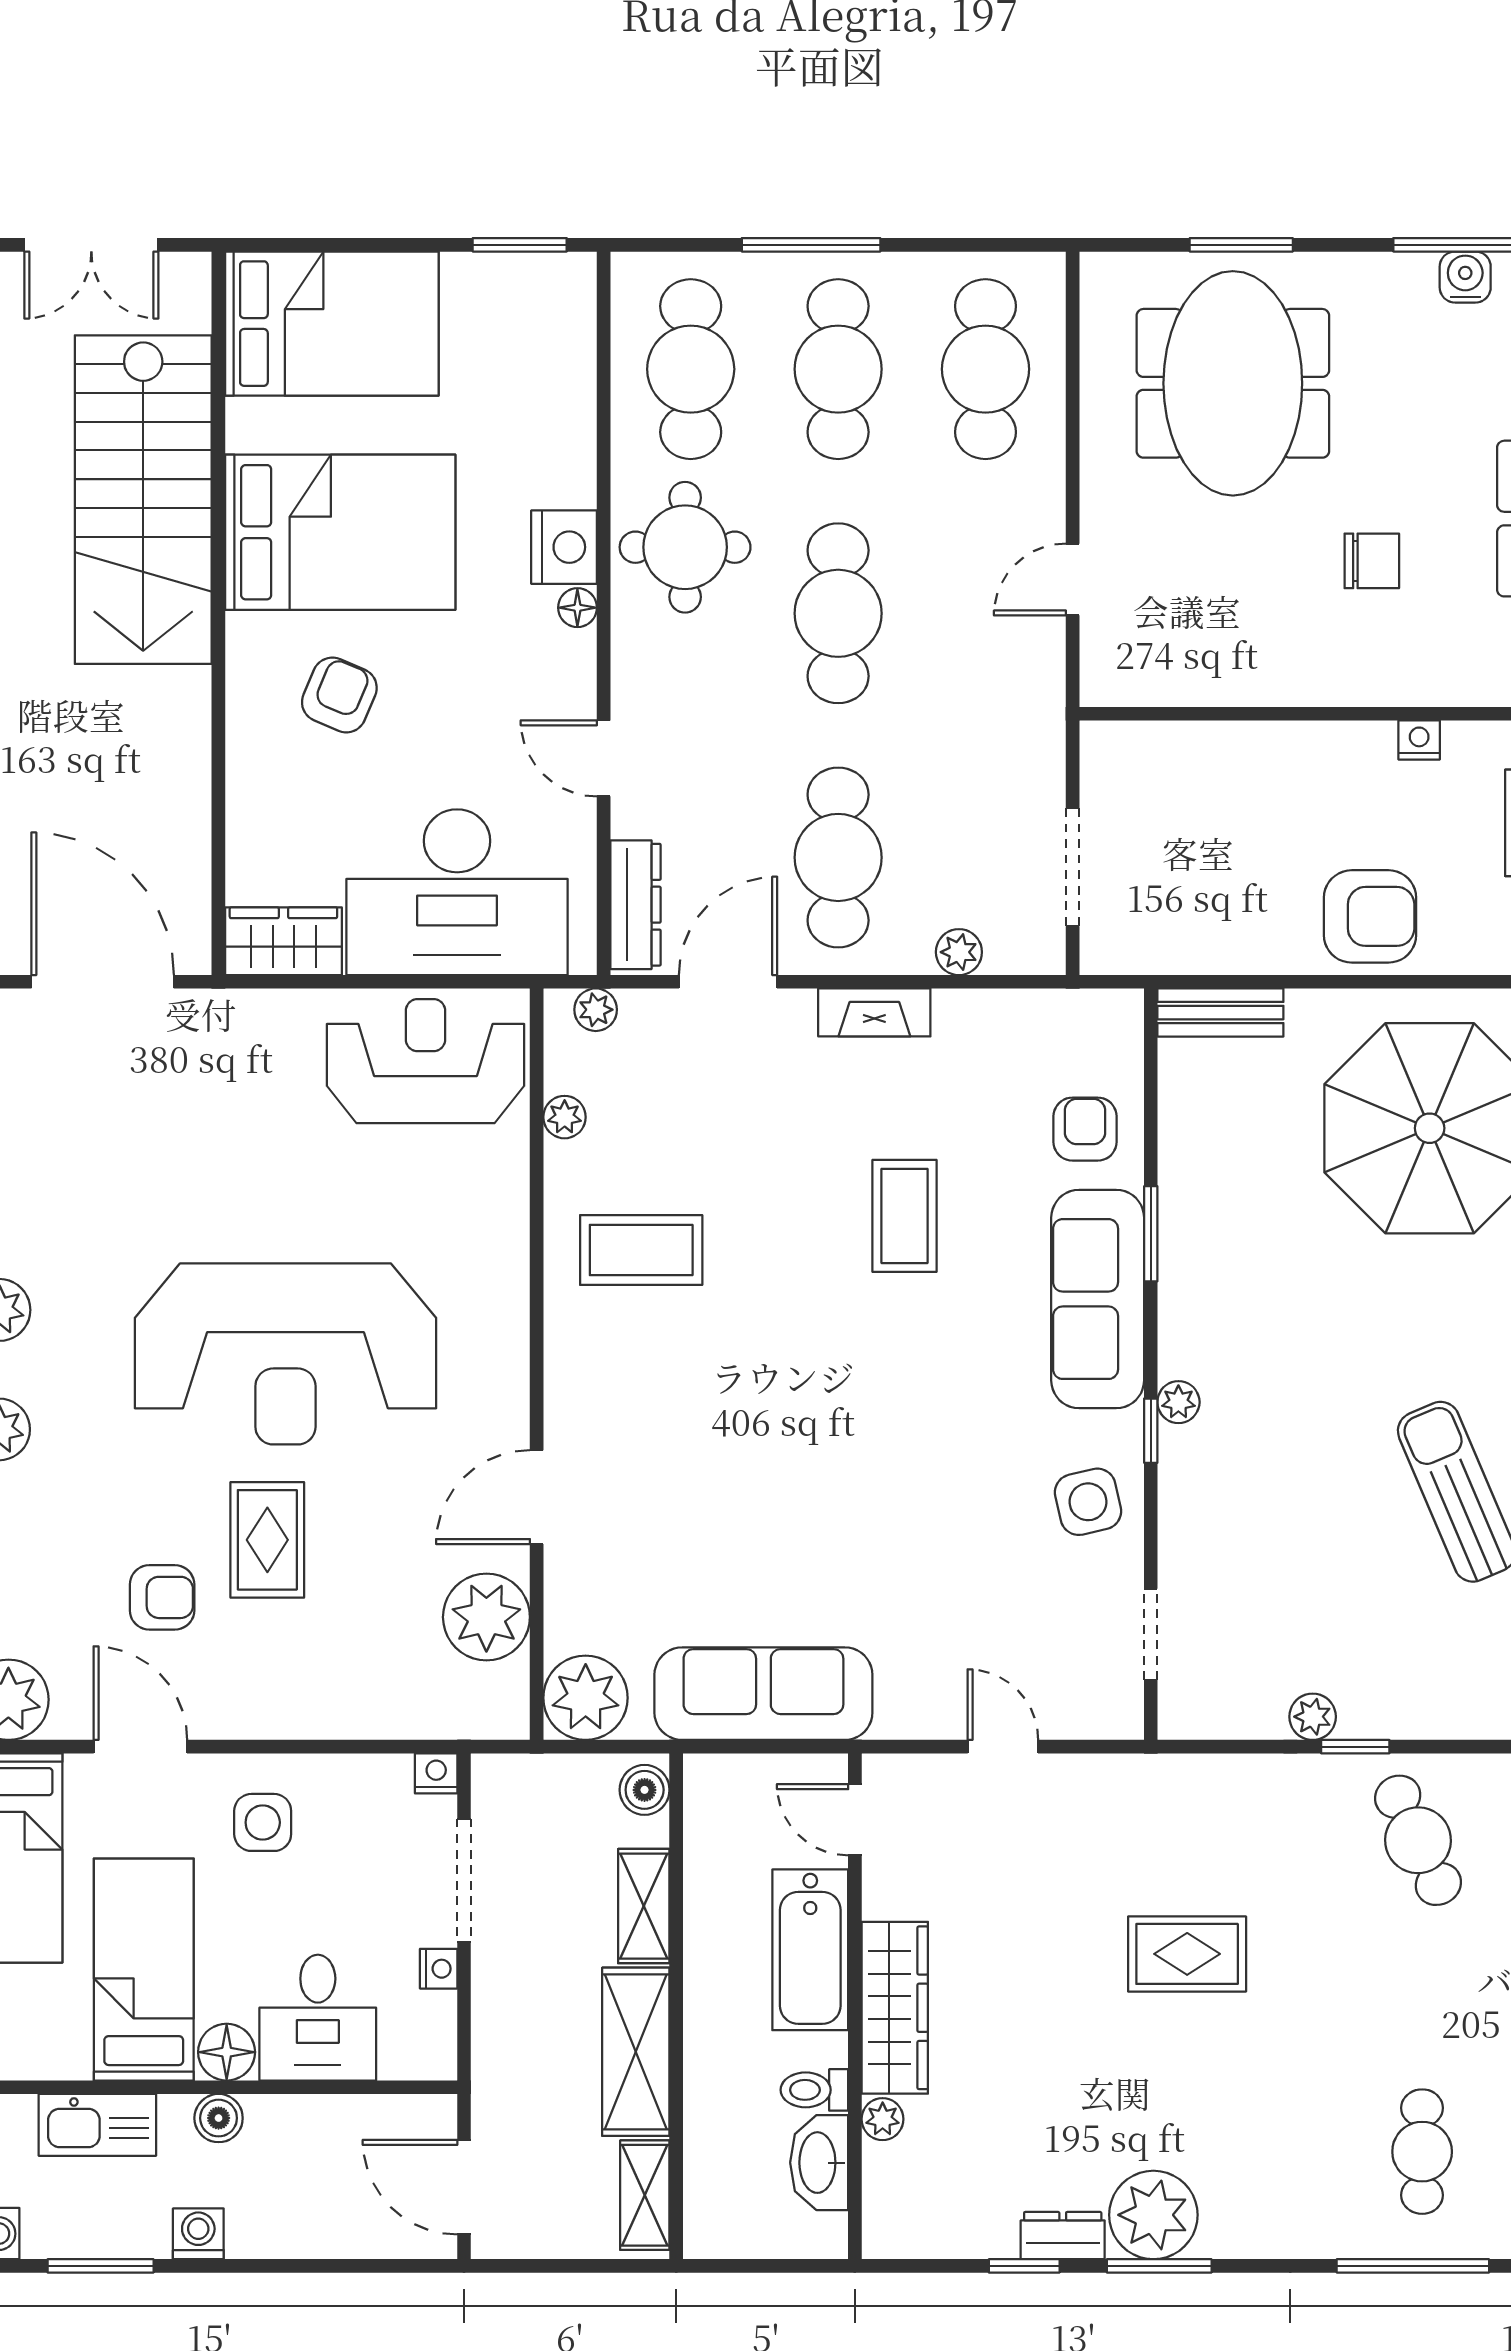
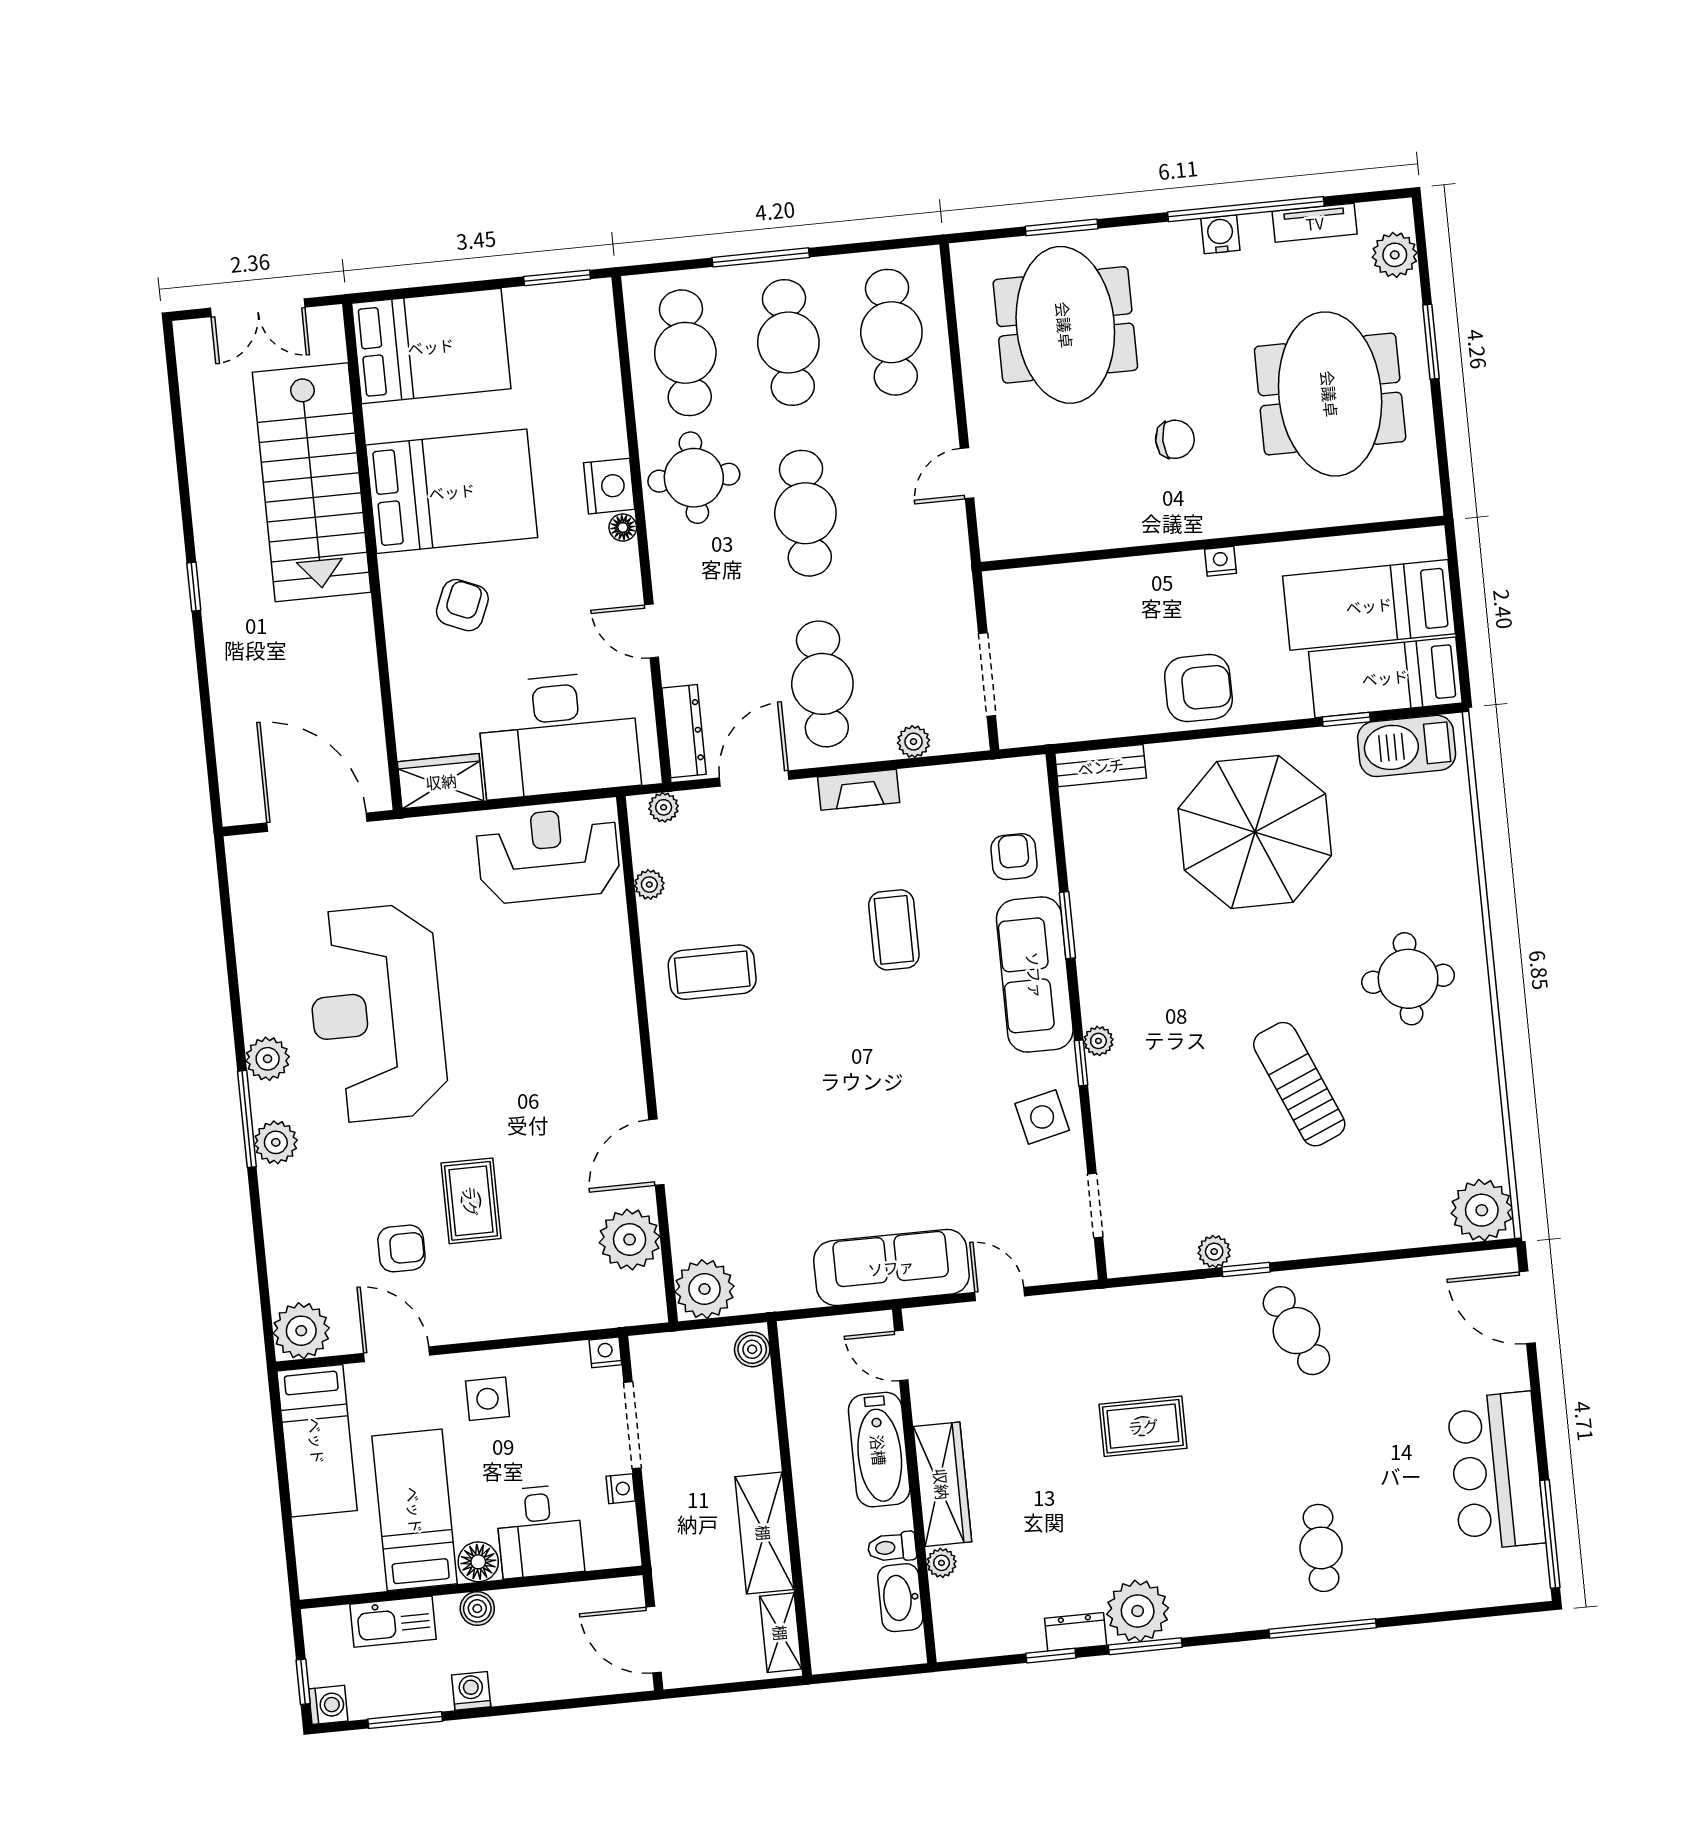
reception desk: (285, 1354) -> (377, 1013), moved, turned 90
sofa: (763, 1694) -> (891, 1267), moved
shelving: (644, 1906) -> (760, 1431), removed

